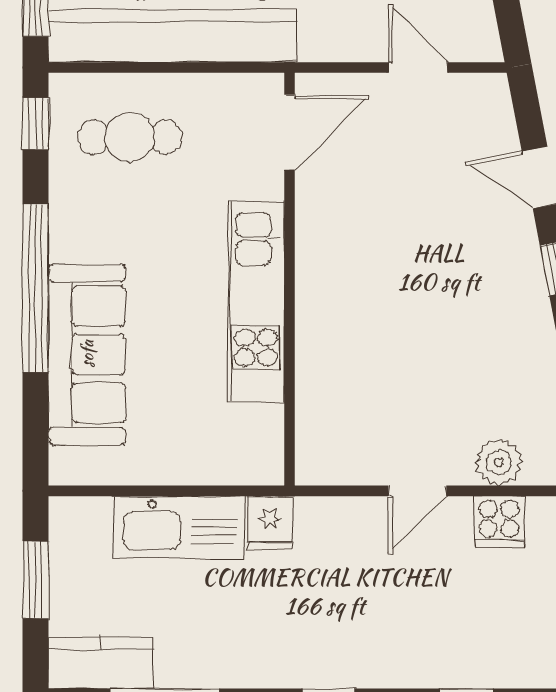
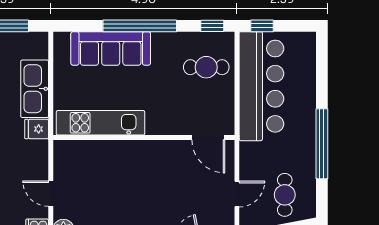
cafe table: (130, 137) -> (206, 67), turned 90
kitchen unit: (256, 301) -> (100, 123), moved

